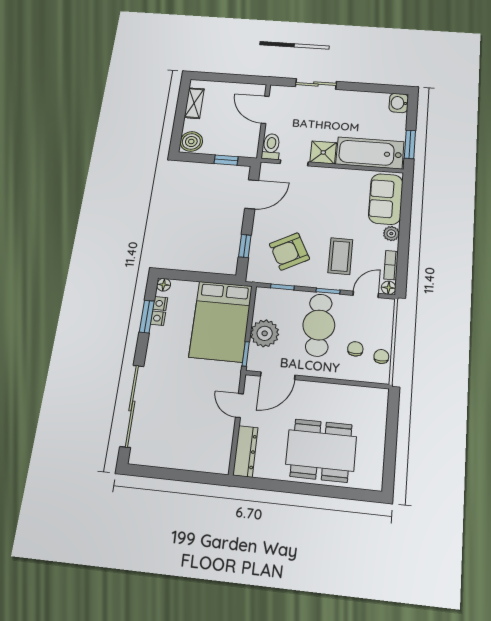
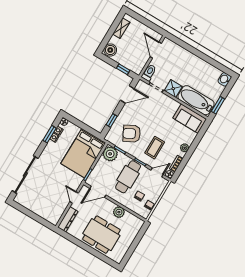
sliding door: (316, 84) -> (189, 48), removed
sofa: (386, 199) -> (190, 118), moved, turned -90
plant: (265, 333) -> (110, 154), moved
plant: (333, 394) -> (119, 212), added

